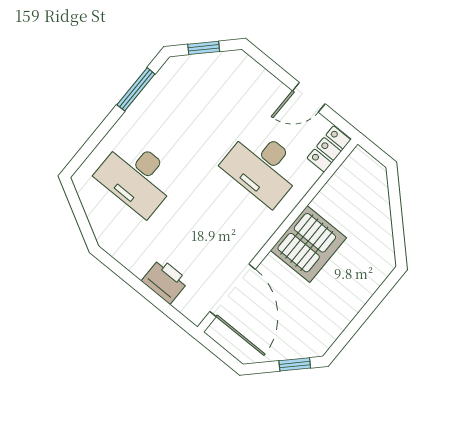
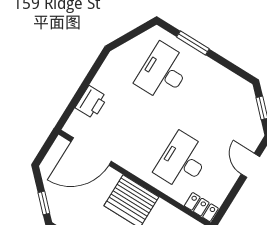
window: (136, 89) -> (193, 43), moved
door: (309, 97) -> (250, 165), moved

